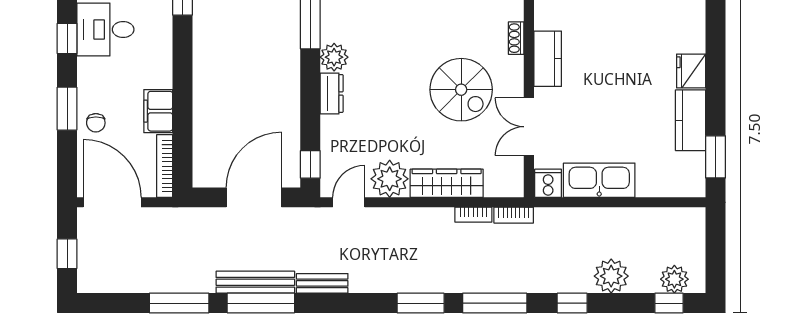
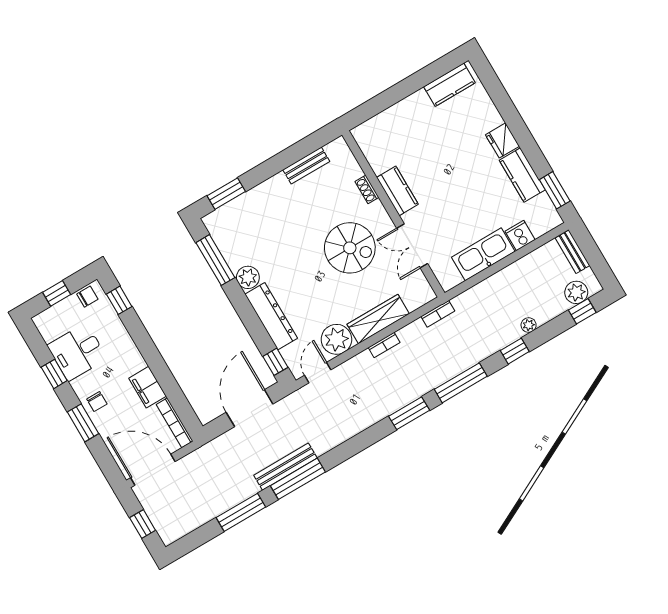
dresser: (332, 93) -> (271, 316), width x1.96, depth x1.24
chair: (96, 123) -> (97, 401), moved
cooker: (548, 183) -> (520, 235), moved
bookcase: (473, 215) -> (384, 345), moved
plant: (611, 276) -> (529, 325), width x0.53, depth x0.53
bench: (322, 283) -> (572, 252), moved, turned 90

